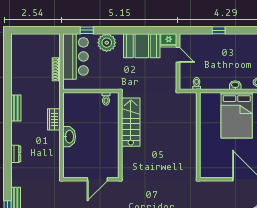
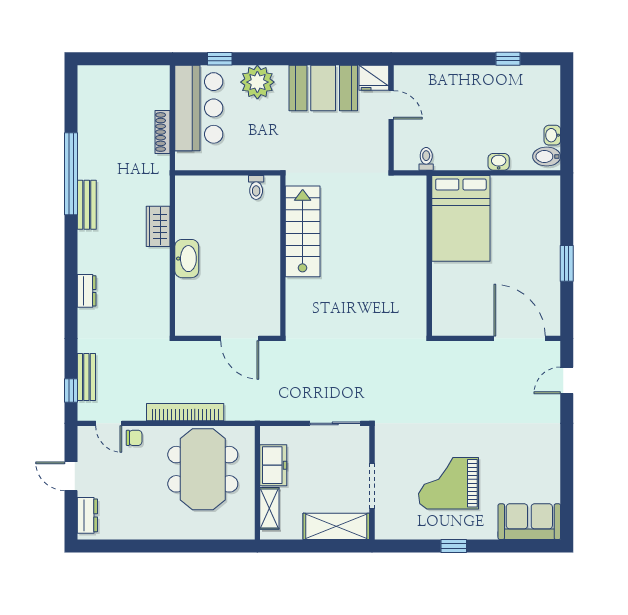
window: (219, 30) -> (508, 59), moved
window: (7, 91) -> (71, 174), added
bed: (237, 115) -> (461, 218), moved
door: (97, 179) -> (240, 338), hinge flipped

